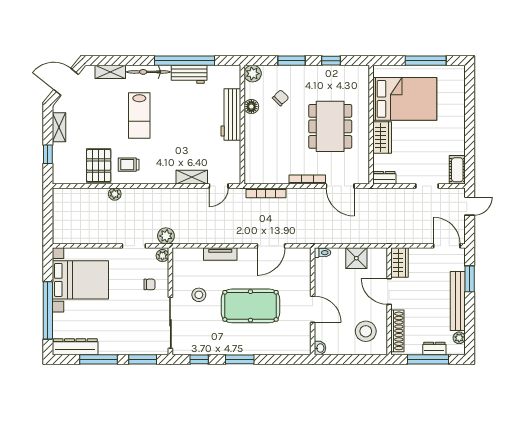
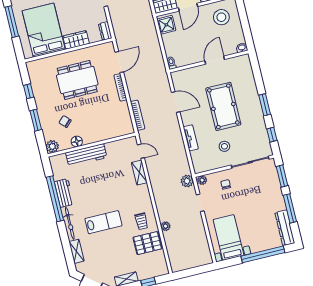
shower: (356, 258) -> (166, 25), moved
bed with nightstands: (80, 280) -> (228, 237), width x0.73

